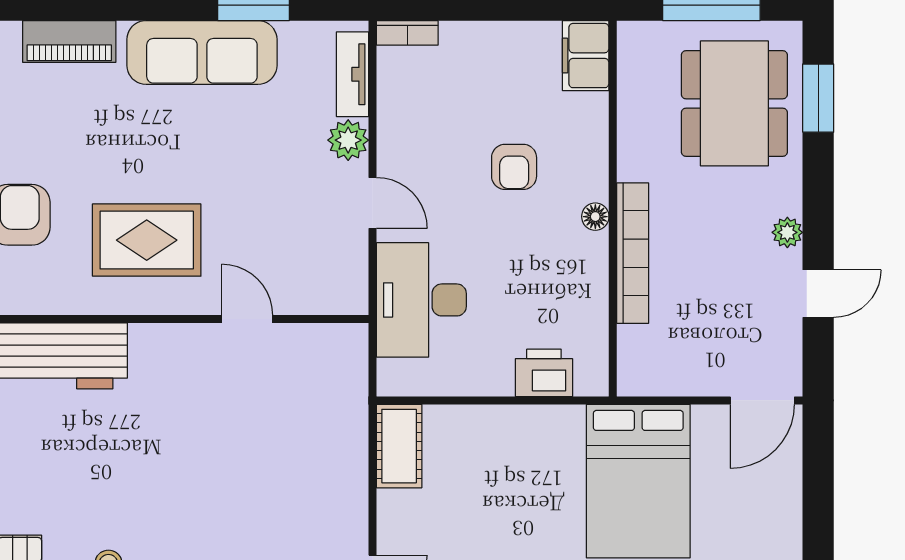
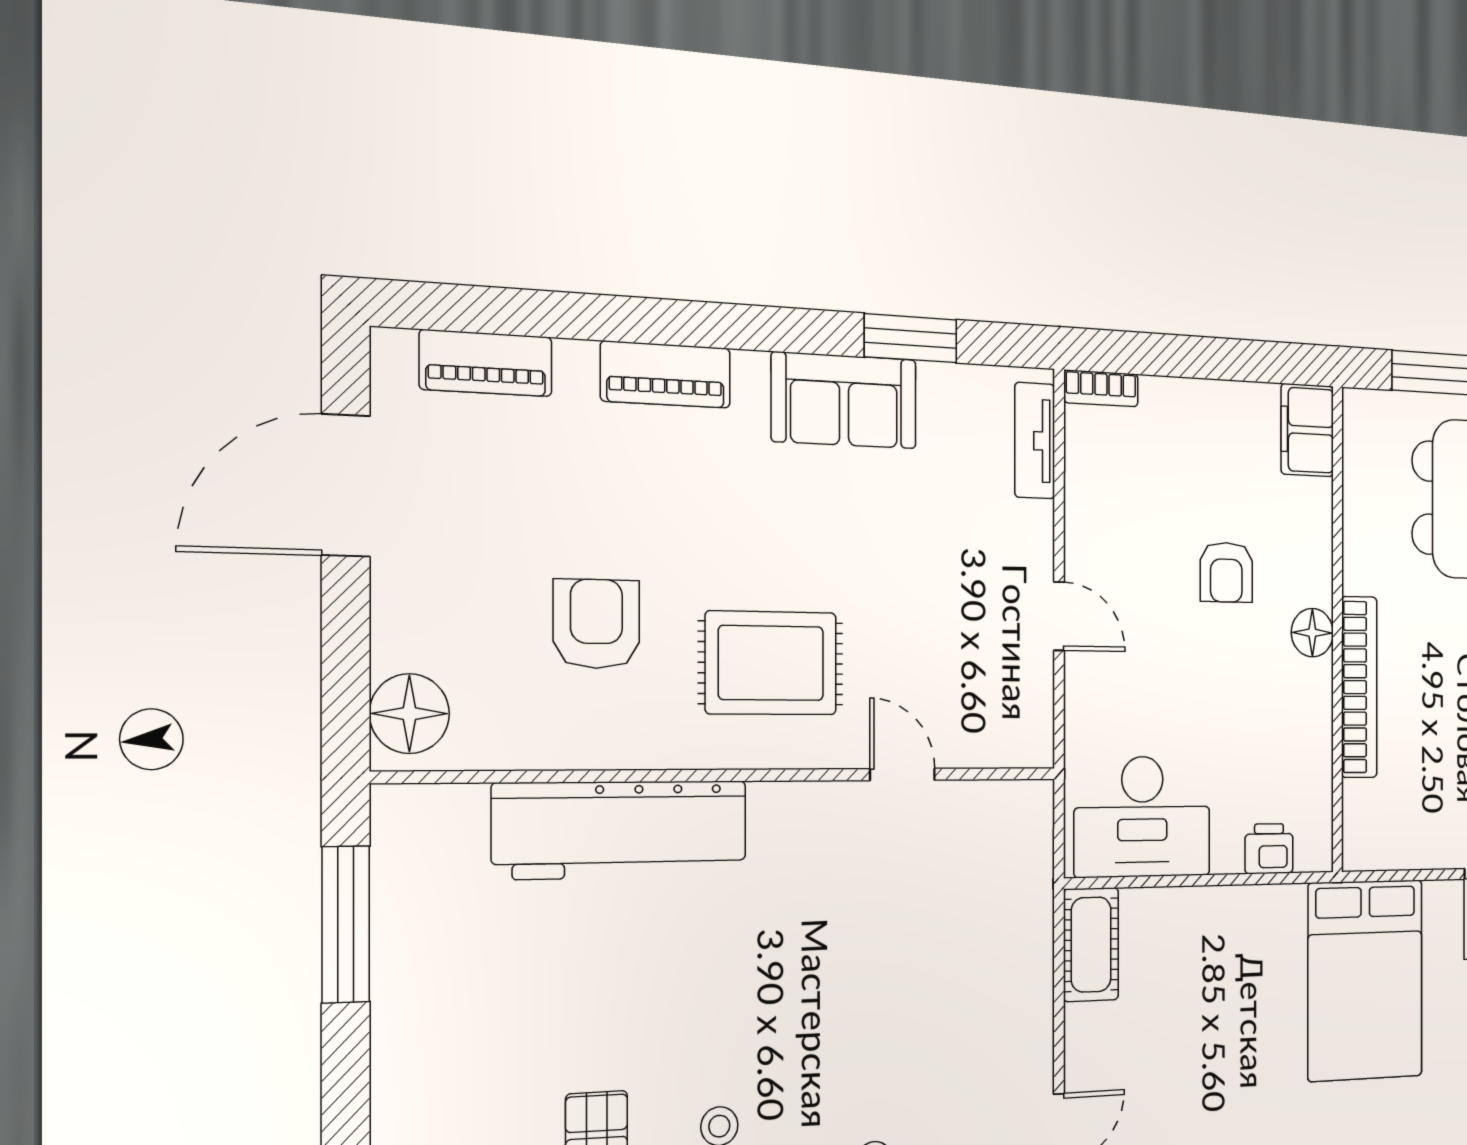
sofa: (202, 52) -> (844, 400), width x0.73
plant: (348, 140) -> (1029, 530), removed
floor lamp: (595, 217) -> (1312, 633), width x1.37, depth x1.37
desk: (421, 300) -> (1142, 817), moved, turned -90
printer: (544, 373) -> (1269, 849), width x0.73, depth x0.81

